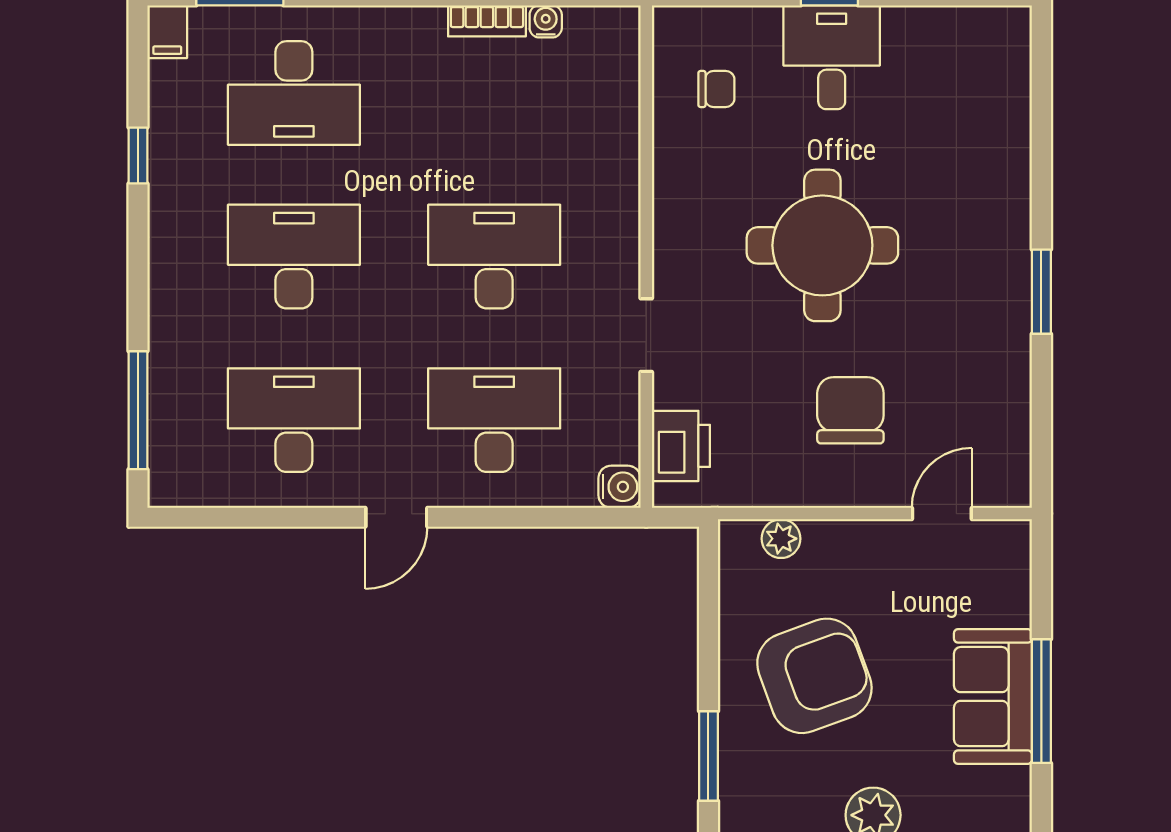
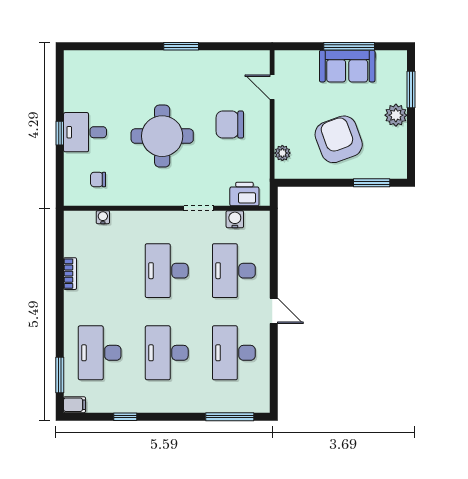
water cooler: (546, 21) -> (103, 217), moved, turned 90
chair: (716, 89) -> (98, 179), turned -90
desk: (294, 93) -> (100, 353), turned 180
water cooler: (620, 487) -> (235, 219), moved

